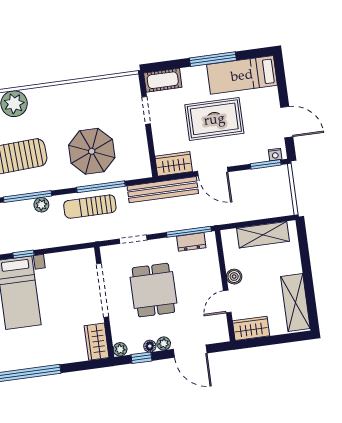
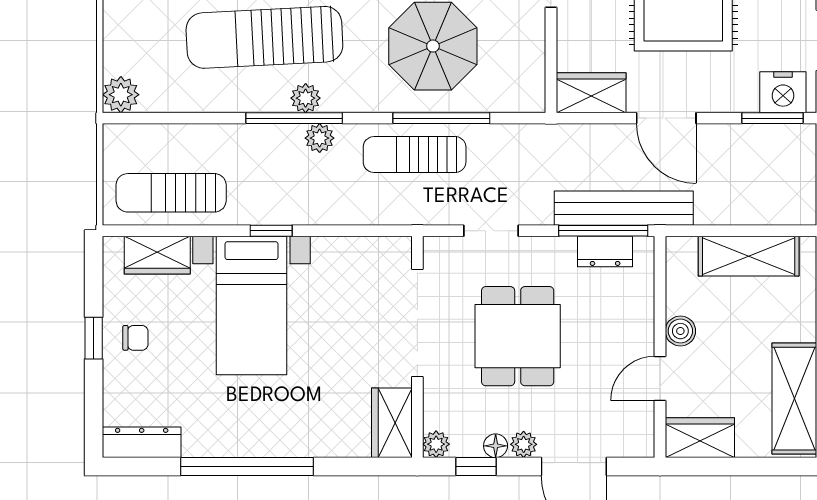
nightstand: (275, 155) -> (783, 92), width x1.89, depth x1.79
plant: (32, 186) -> (306, 98), added
bench: (163, 190) -> (624, 208), moved

